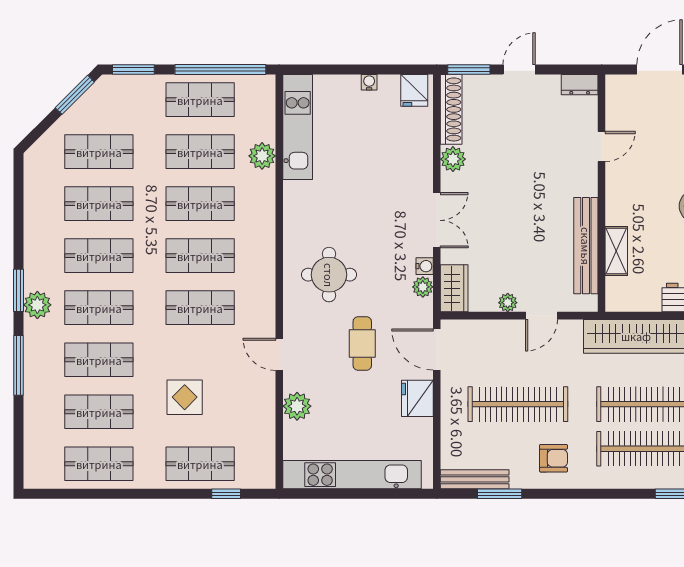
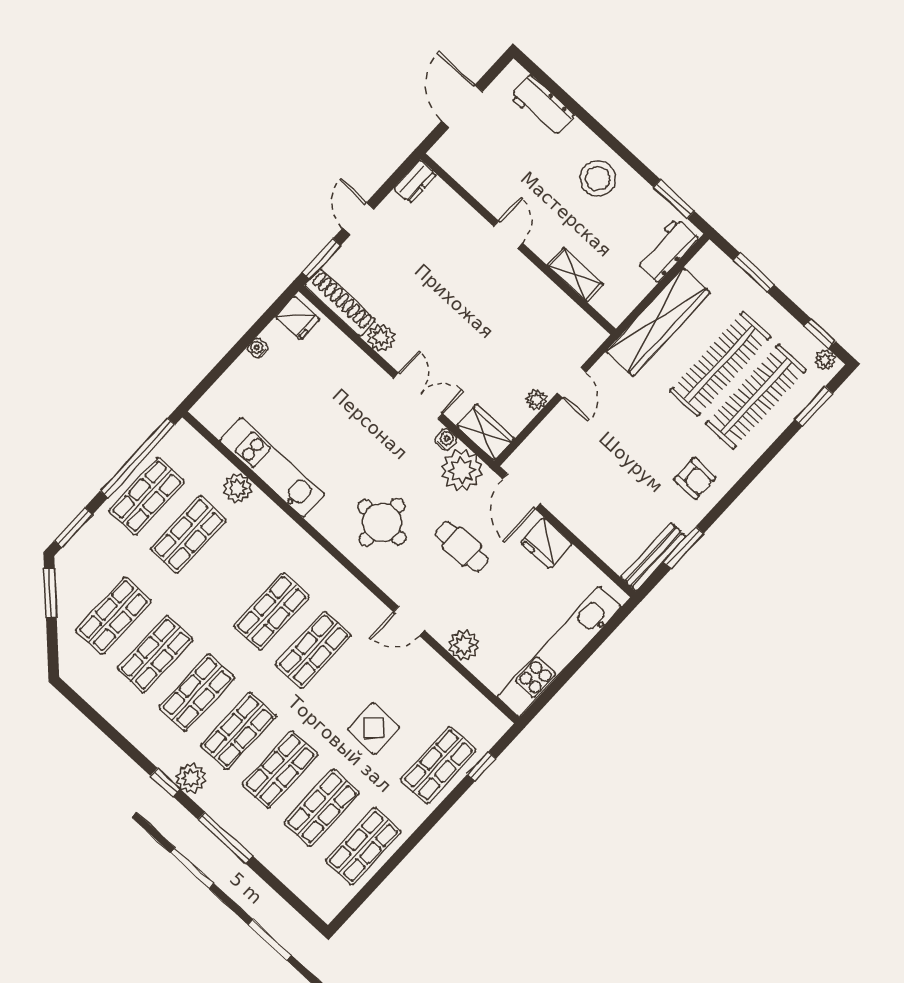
kitchen unit: (298, 127) -> (272, 467), moved
door: (602, 146) -> (508, 235), moved
shop shelf: (200, 204) -> (230, 573), removed
bench: (586, 246) -> (548, 295), removed
plant: (423, 287) -> (462, 470), width x1.87, depth x1.87
window: (19, 290) -> (165, 782), width x0.67
door: (437, 349) -> (521, 491), hinge flipped
clothes rail: (518, 404) -> (625, 467), removed
armchair: (554, 458) -> (695, 478), turned 90

